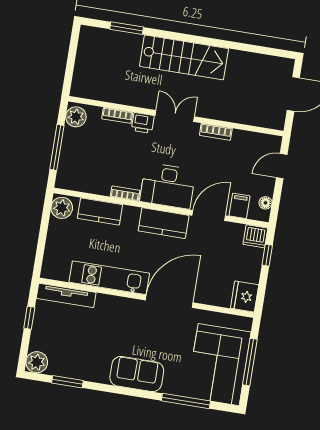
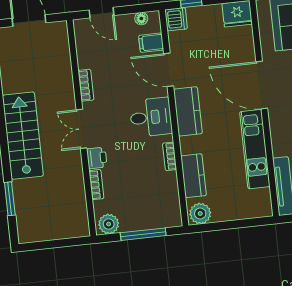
desk: (168, 186) -> (151, 117), width x0.73

